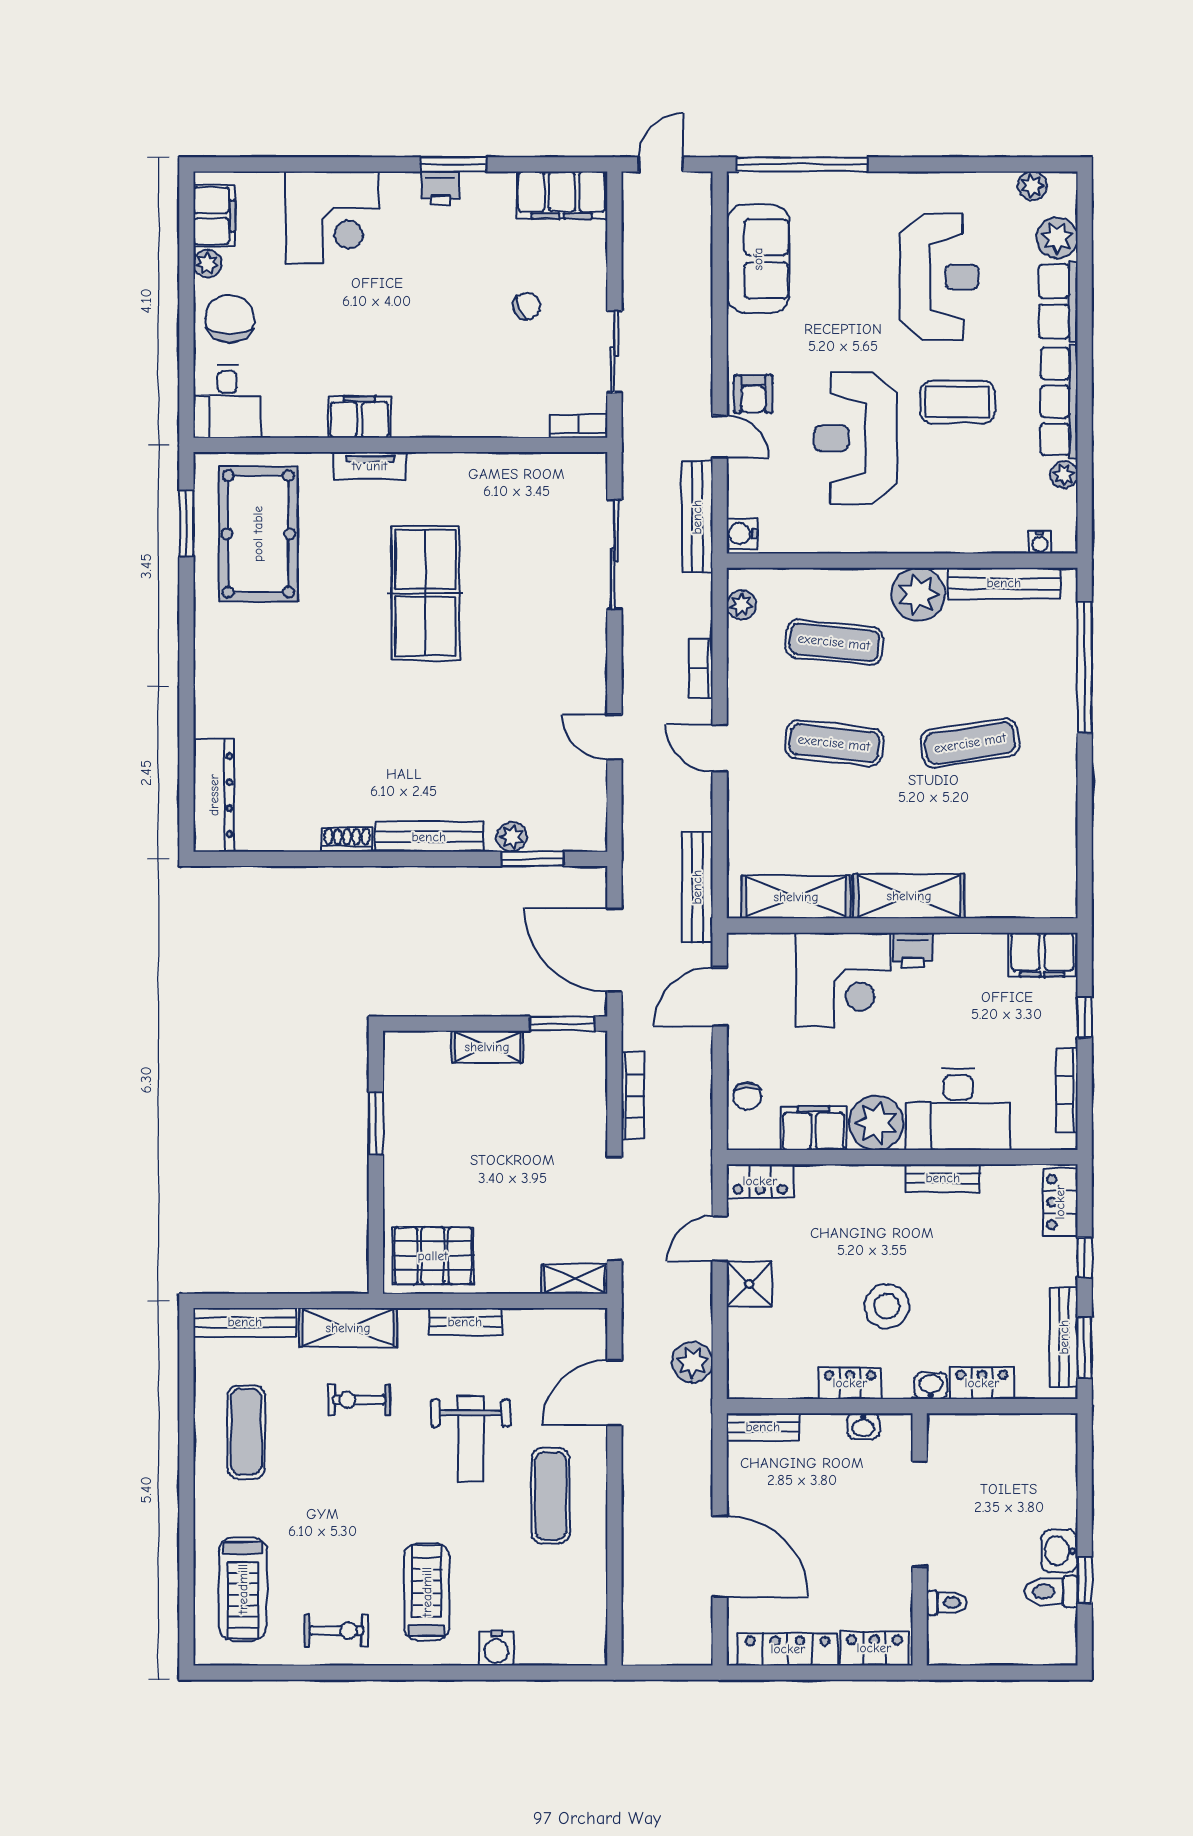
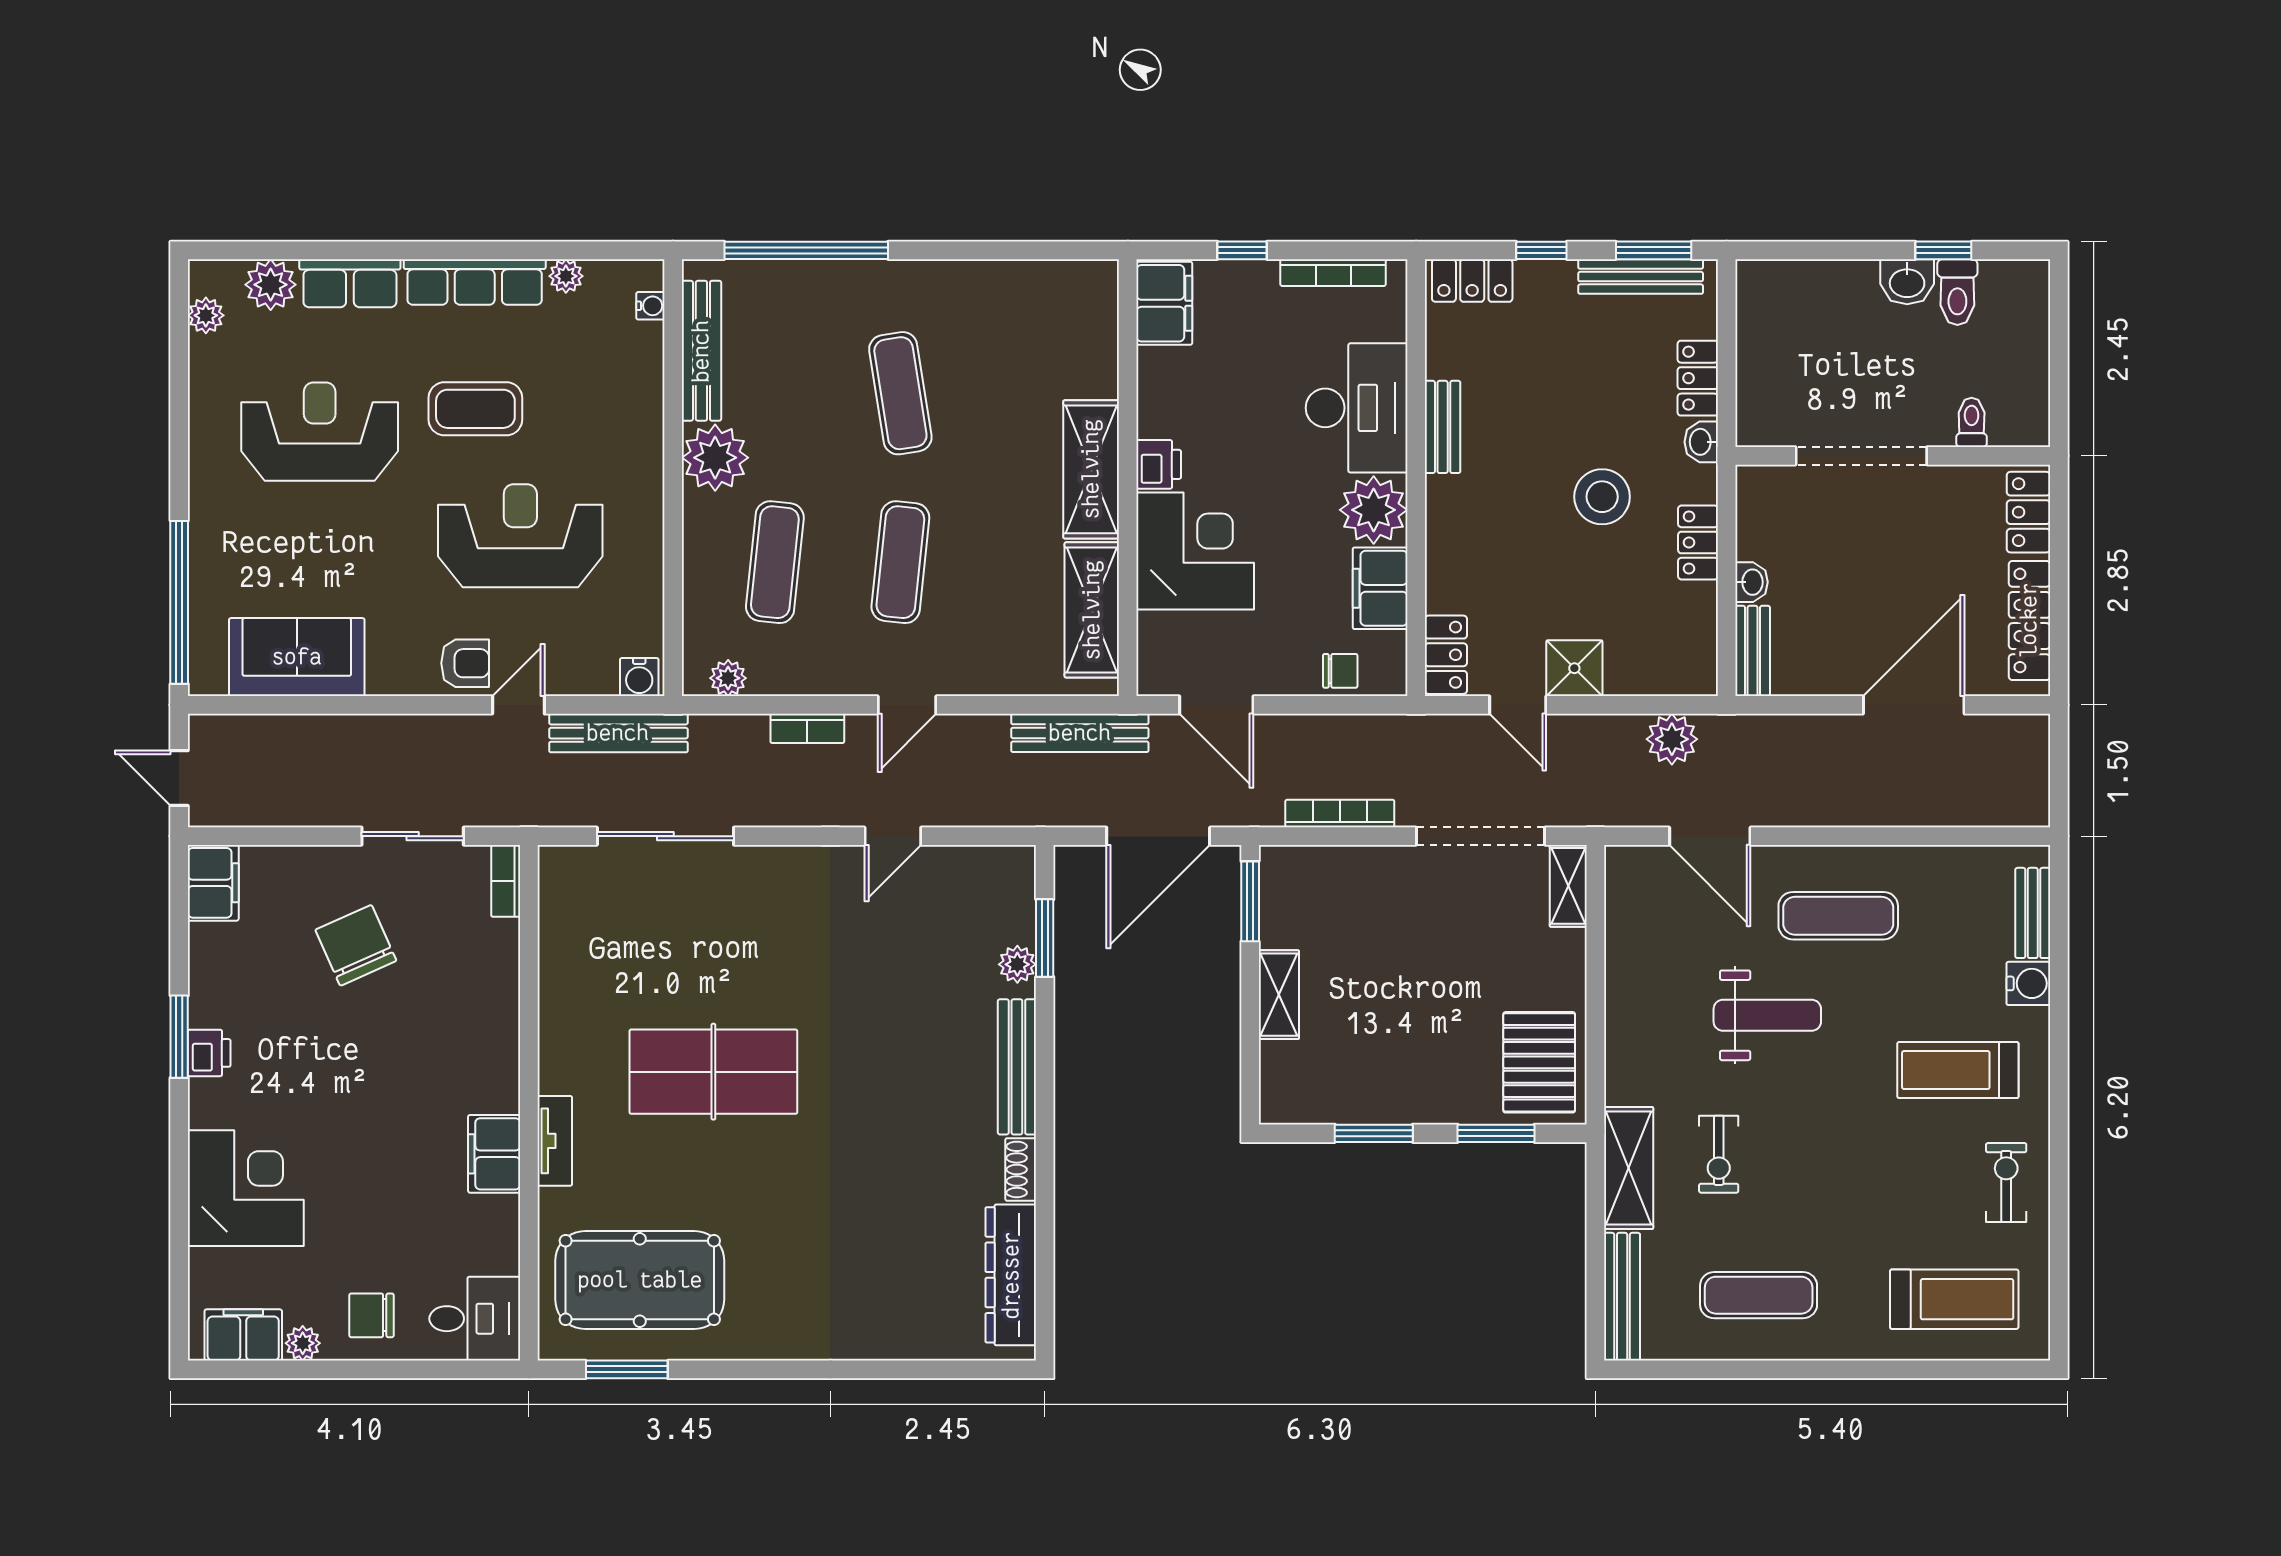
filing cabinet: (562, 195) -> (213, 883), width x0.67, depth x0.86
chair: (527, 306) -> (356, 945), width x1.87, depth x1.87
chair: (230, 319) -> (372, 1315), width x0.73, depth x0.73
coffee table: (957, 402) -> (475, 409), turned 90
reception desk: (856, 438) -> (520, 536), turned 180
dresser: (214, 795) -> (1011, 1275), moved, turned -90
window: (376, 1221) -> (1496, 1133), added
bench: (465, 1322) -> (2033, 913), moved
washbasin: (863, 1426) -> (1752, 582), moved

